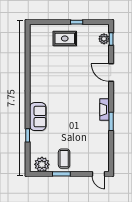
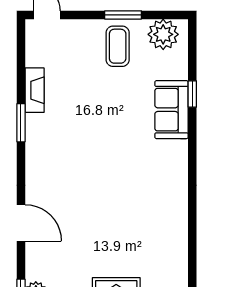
fireplace: (104, 110) -> (35, 90), moved
sofa: (38, 117) -> (172, 110), moved

